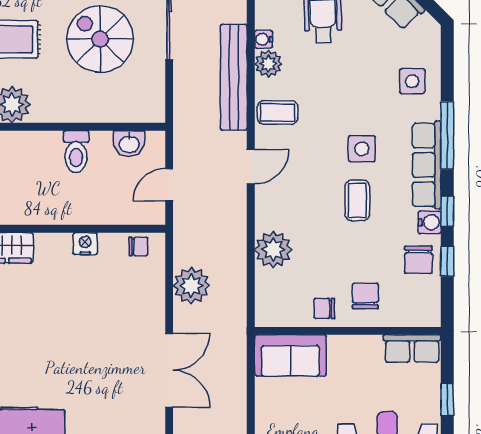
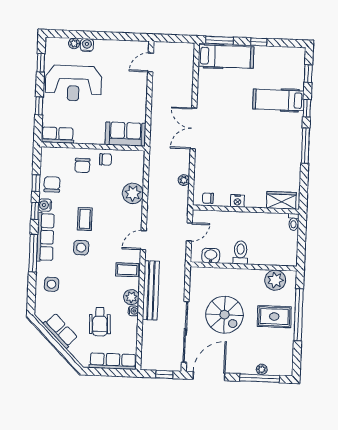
plant: (191, 286) -> (184, 180), width x0.53, depth x0.53

